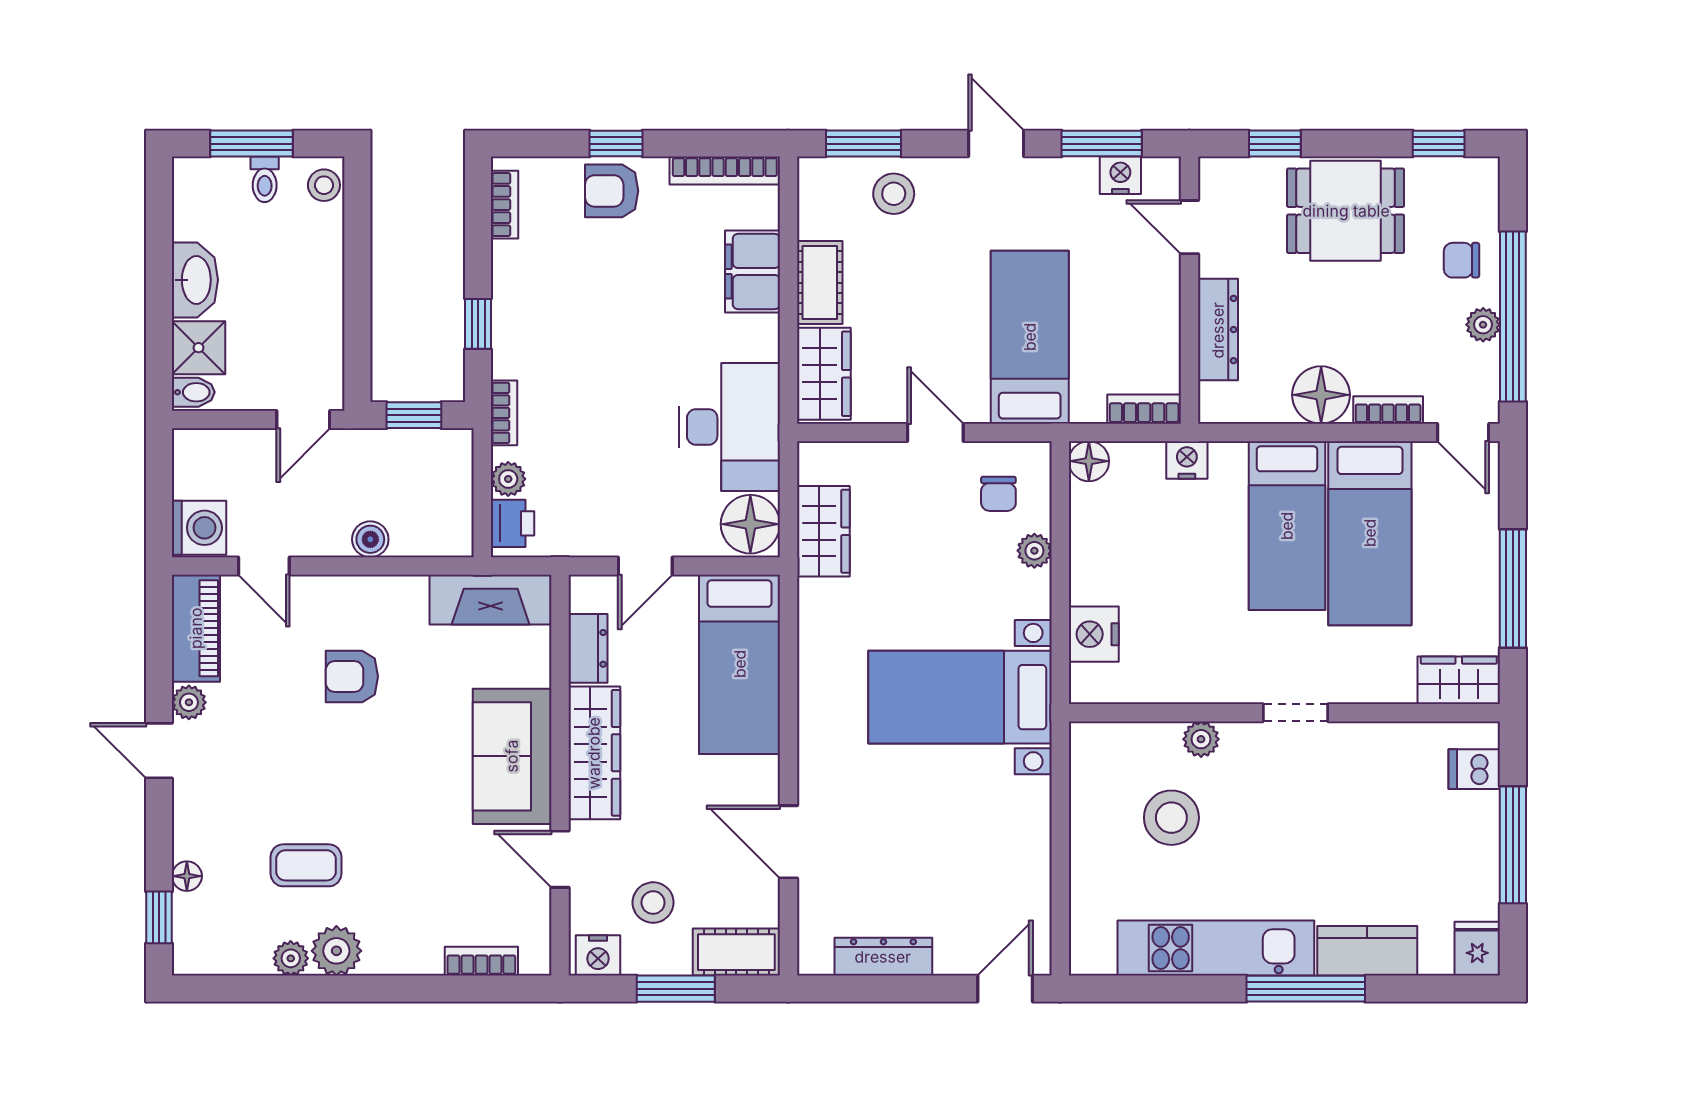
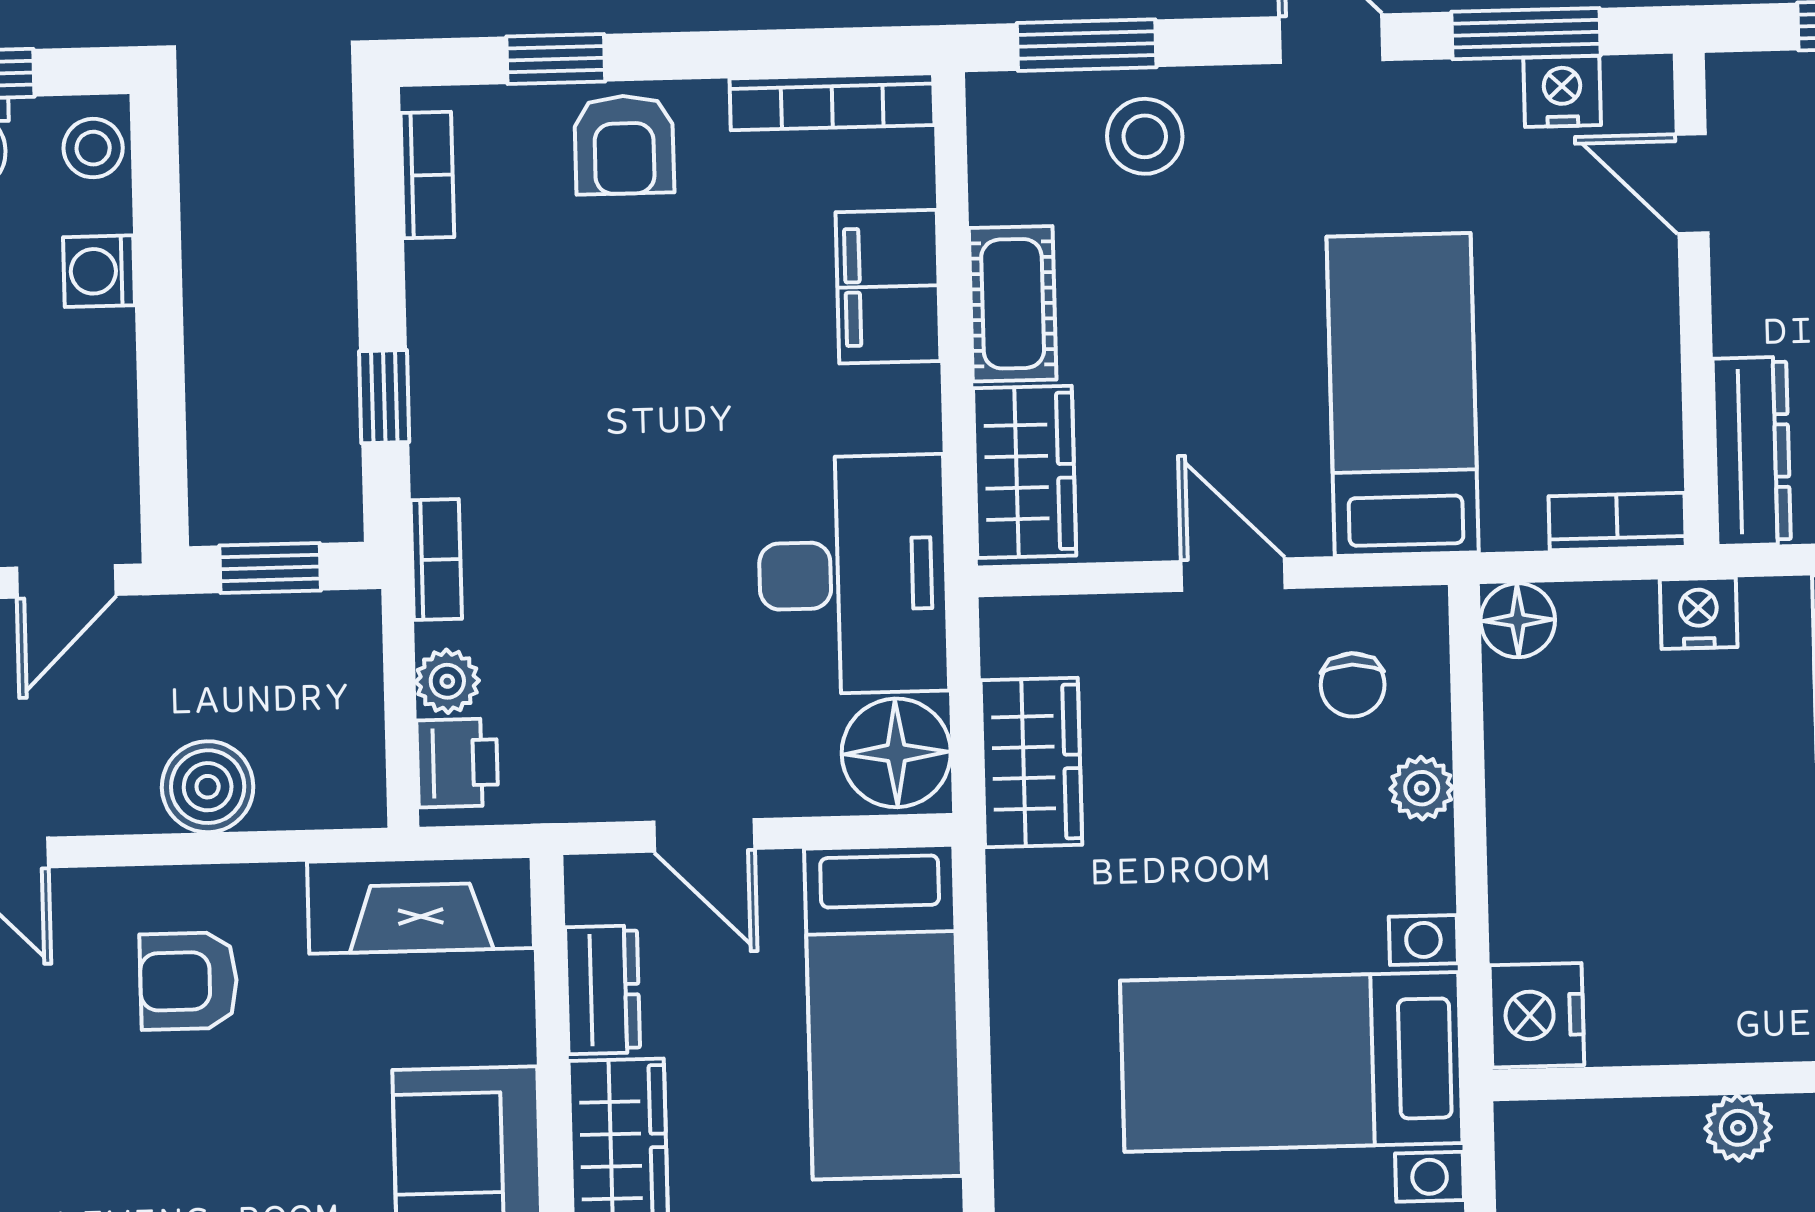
window: (616, 144) -> (556, 59), moved
armchair: (612, 191) -> (624, 145), turned -90
washing machine: (325, 252) -> (99, 271), added
dresser: (1218, 330) -> (1752, 451), moved
boiler: (370, 539) -> (208, 787), width x1.36, depth x1.36
door: (645, 566) -> (704, 835), hinge flipped
nightstand: (1094, 634) -> (1537, 1015), moved
armchair: (352, 677) -> (189, 981), moved

